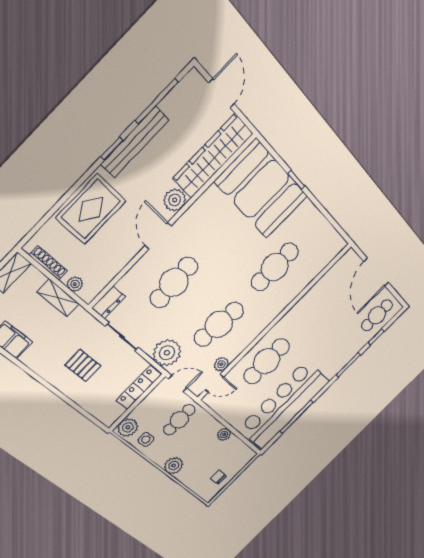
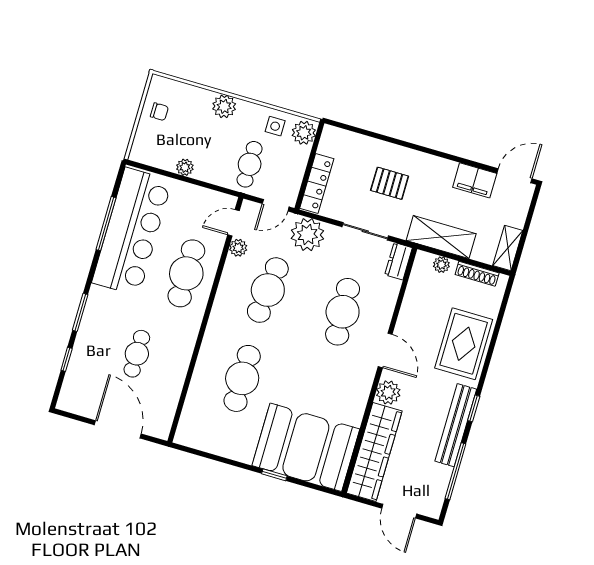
shelving: (58, 298) -> (441, 237), width x1.50, depth x1.33
cafe table: (377, 315) -> (137, 354), moved

